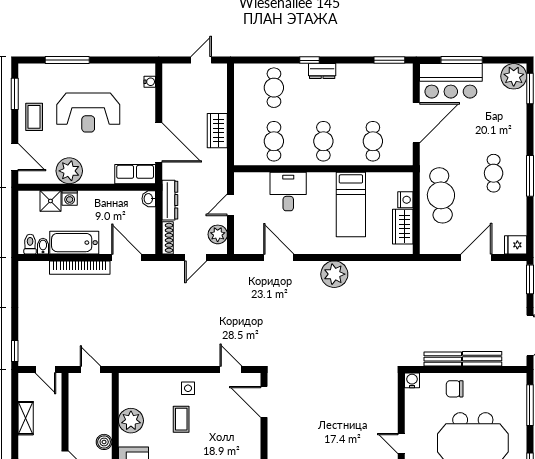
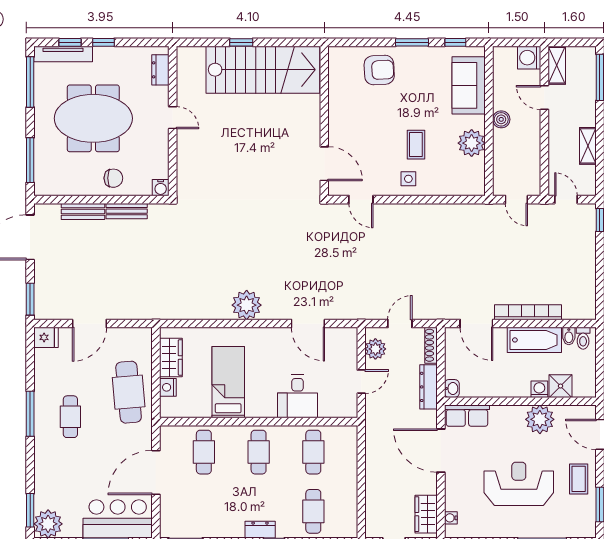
wardrobe: (217, 131) -> (426, 514), moved, turned 180

